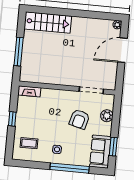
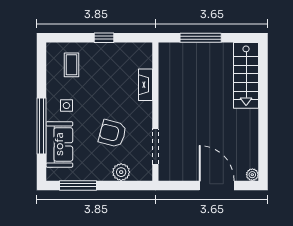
fireplace: (29, 91) -> (145, 85), moved
window: (113, 147) -> (78, 185), width x1.44
sofa: (100, 152) -> (59, 144), moved, turned 90

